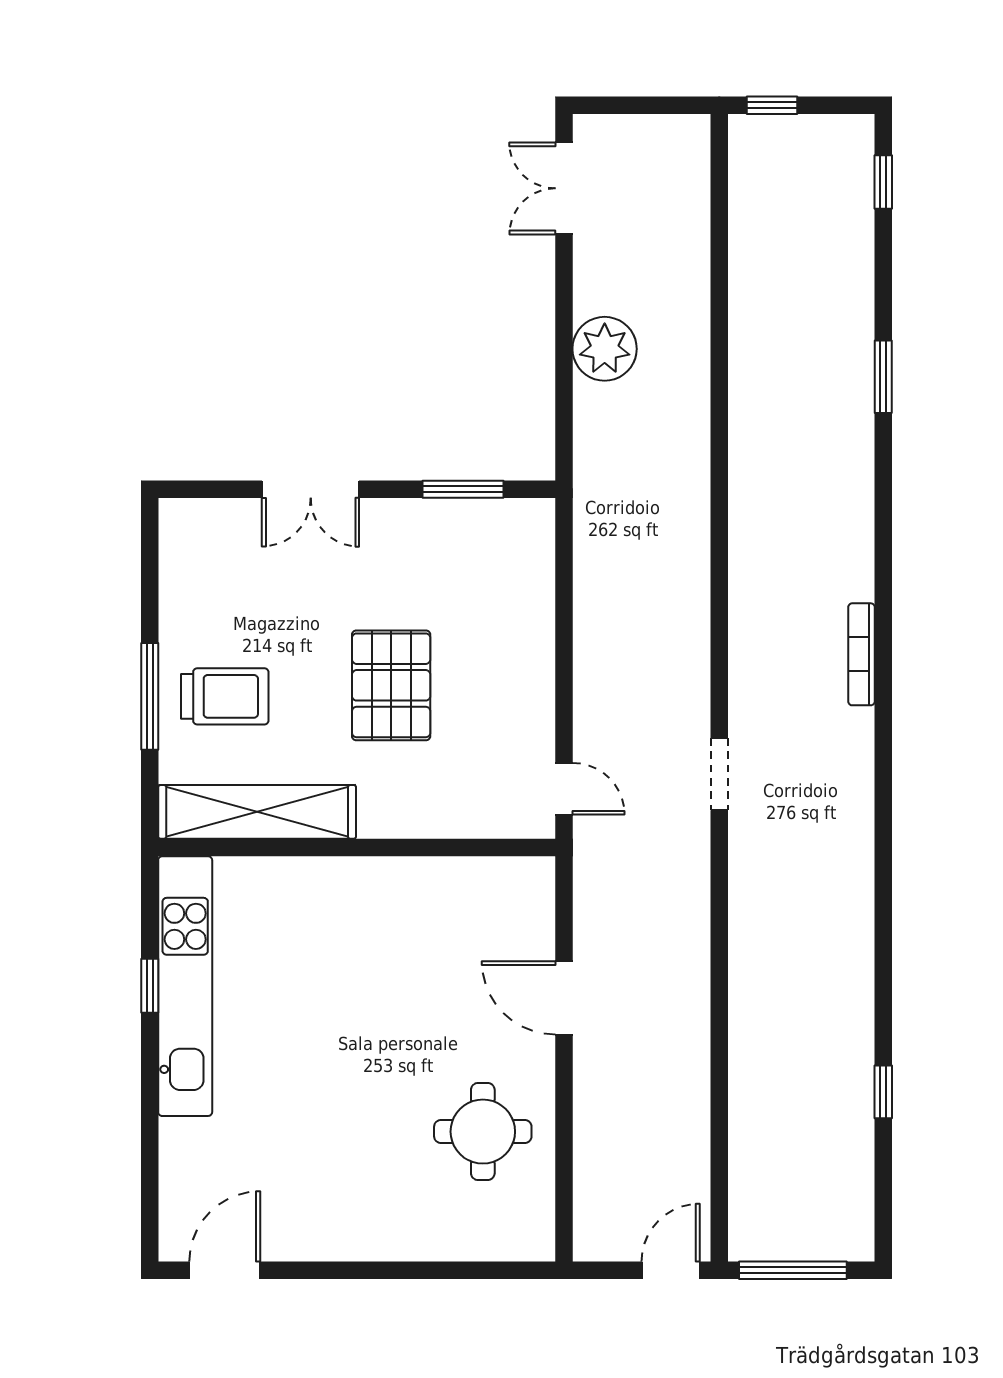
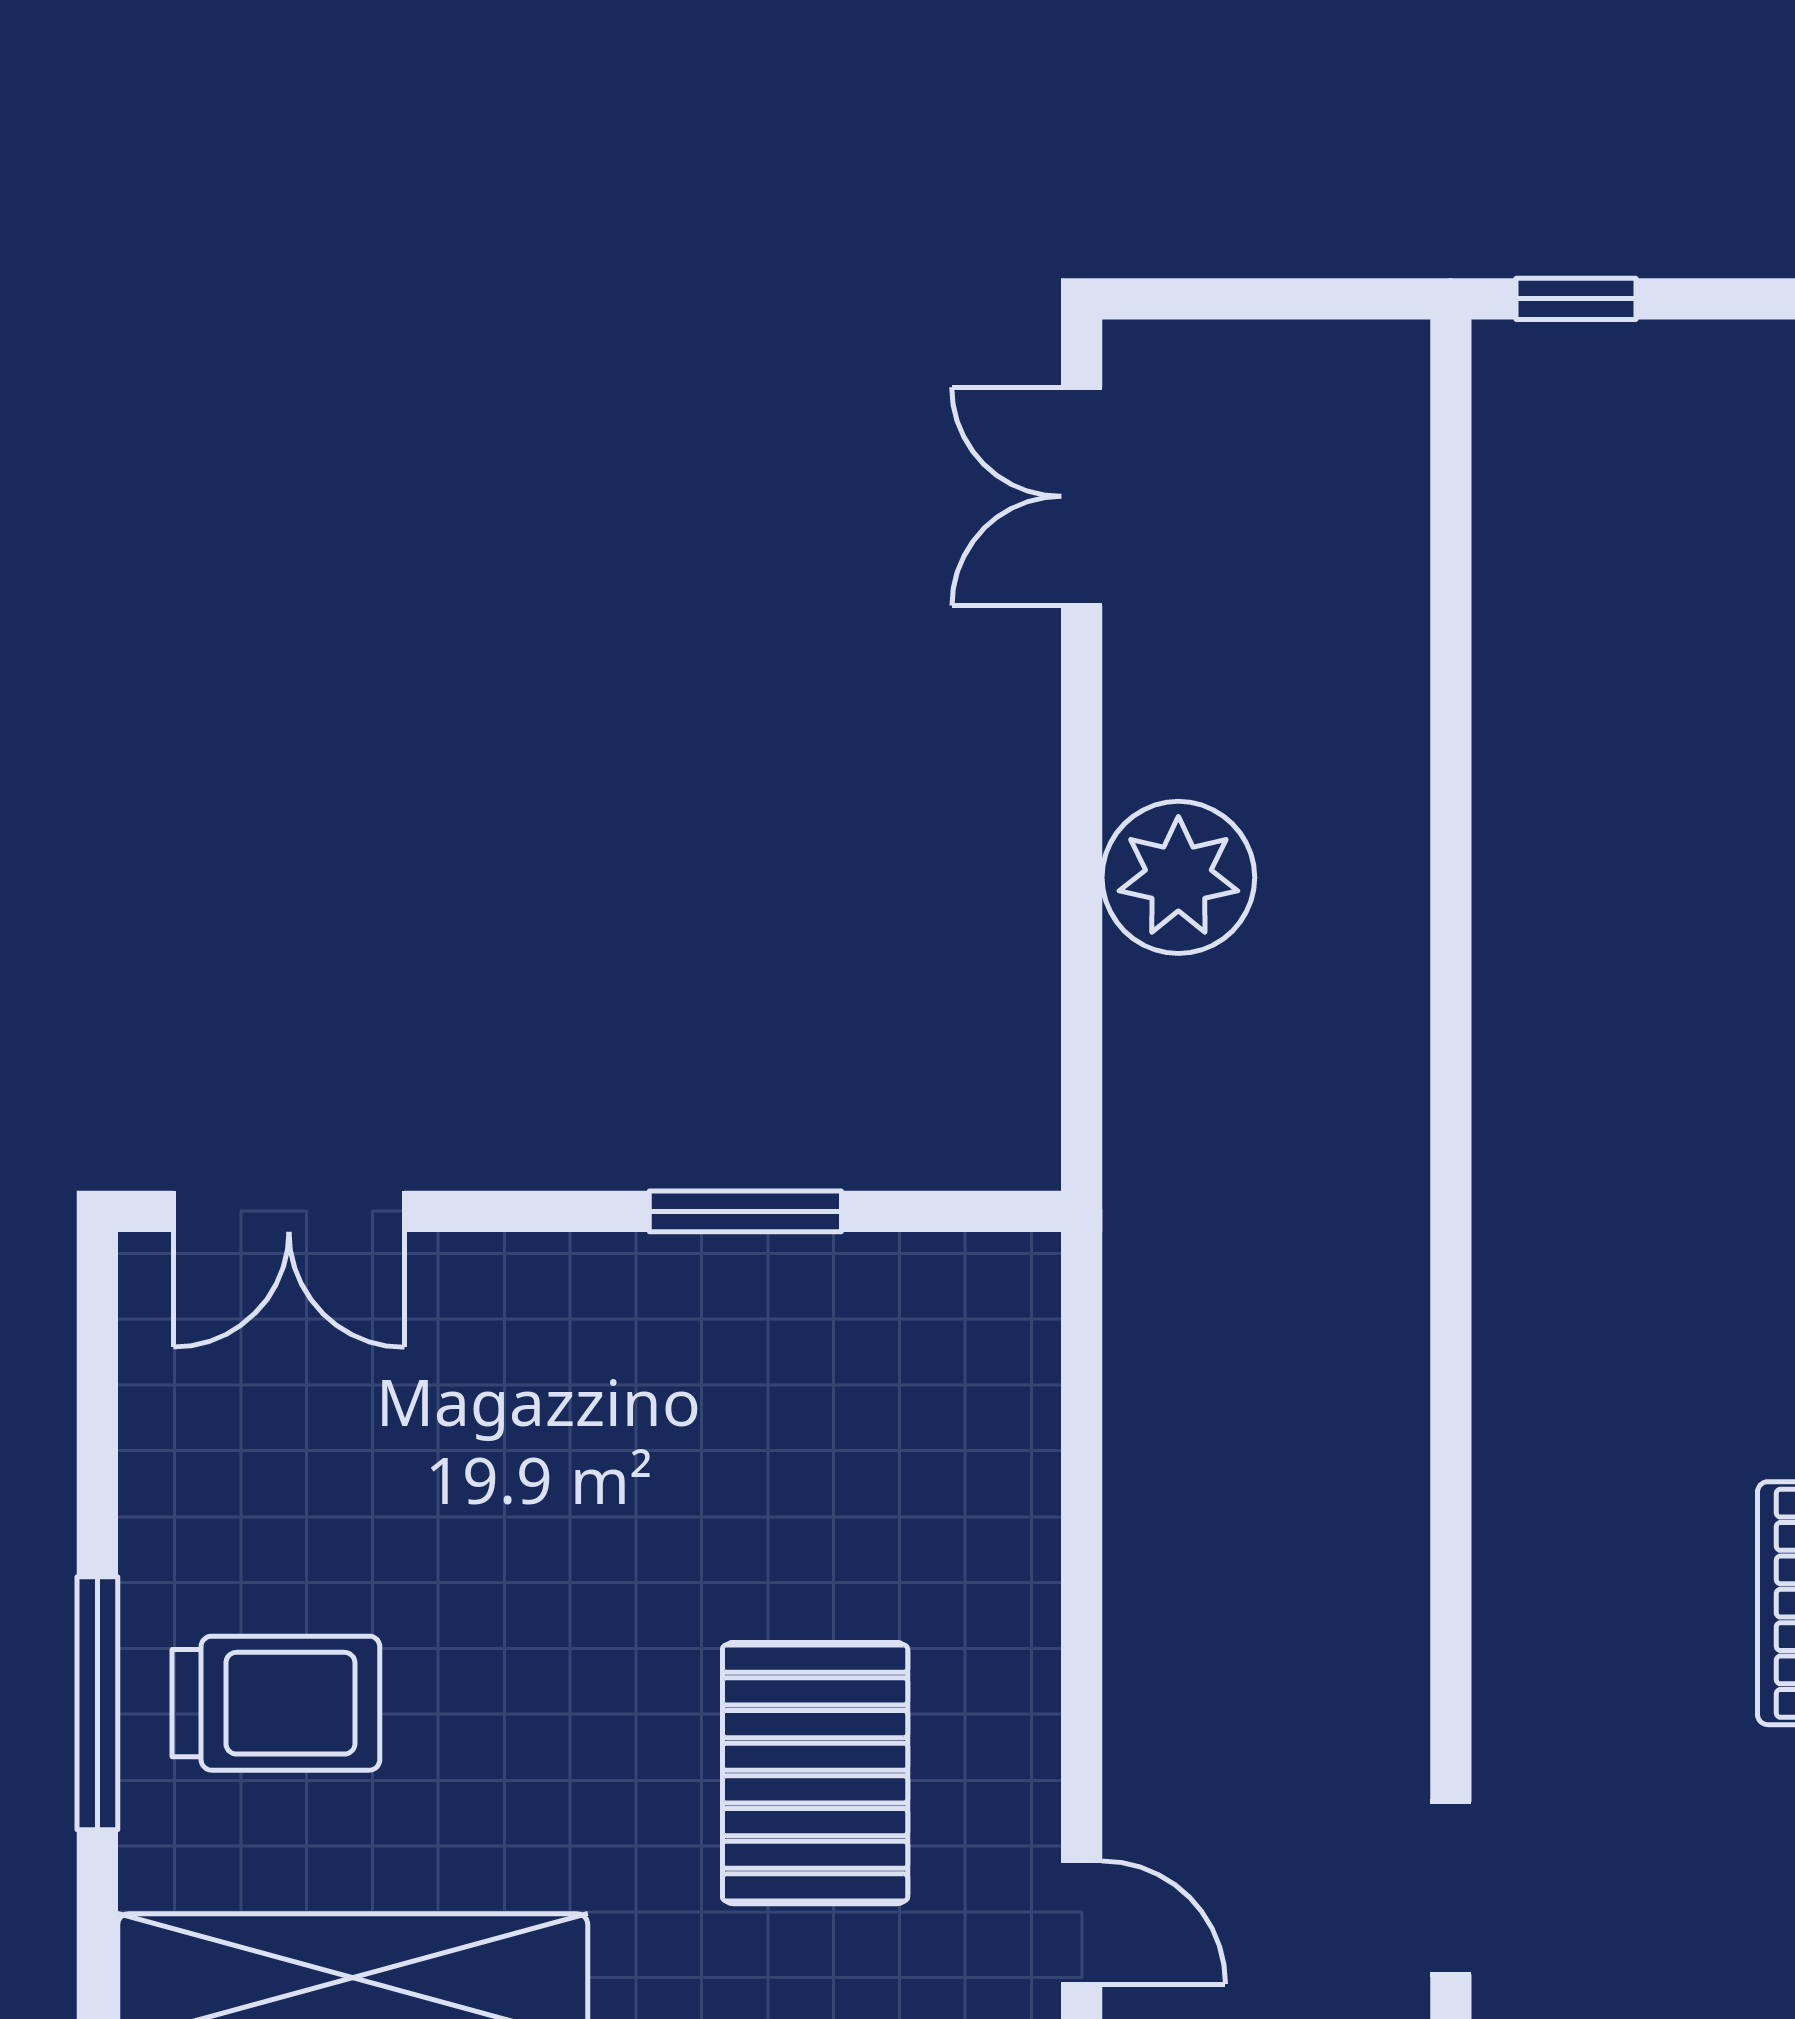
double door: (311, 489) -> (289, 1211), moved
window: (463, 489) -> (745, 1211), moved
pallet: (391, 685) -> (815, 1773), moved

